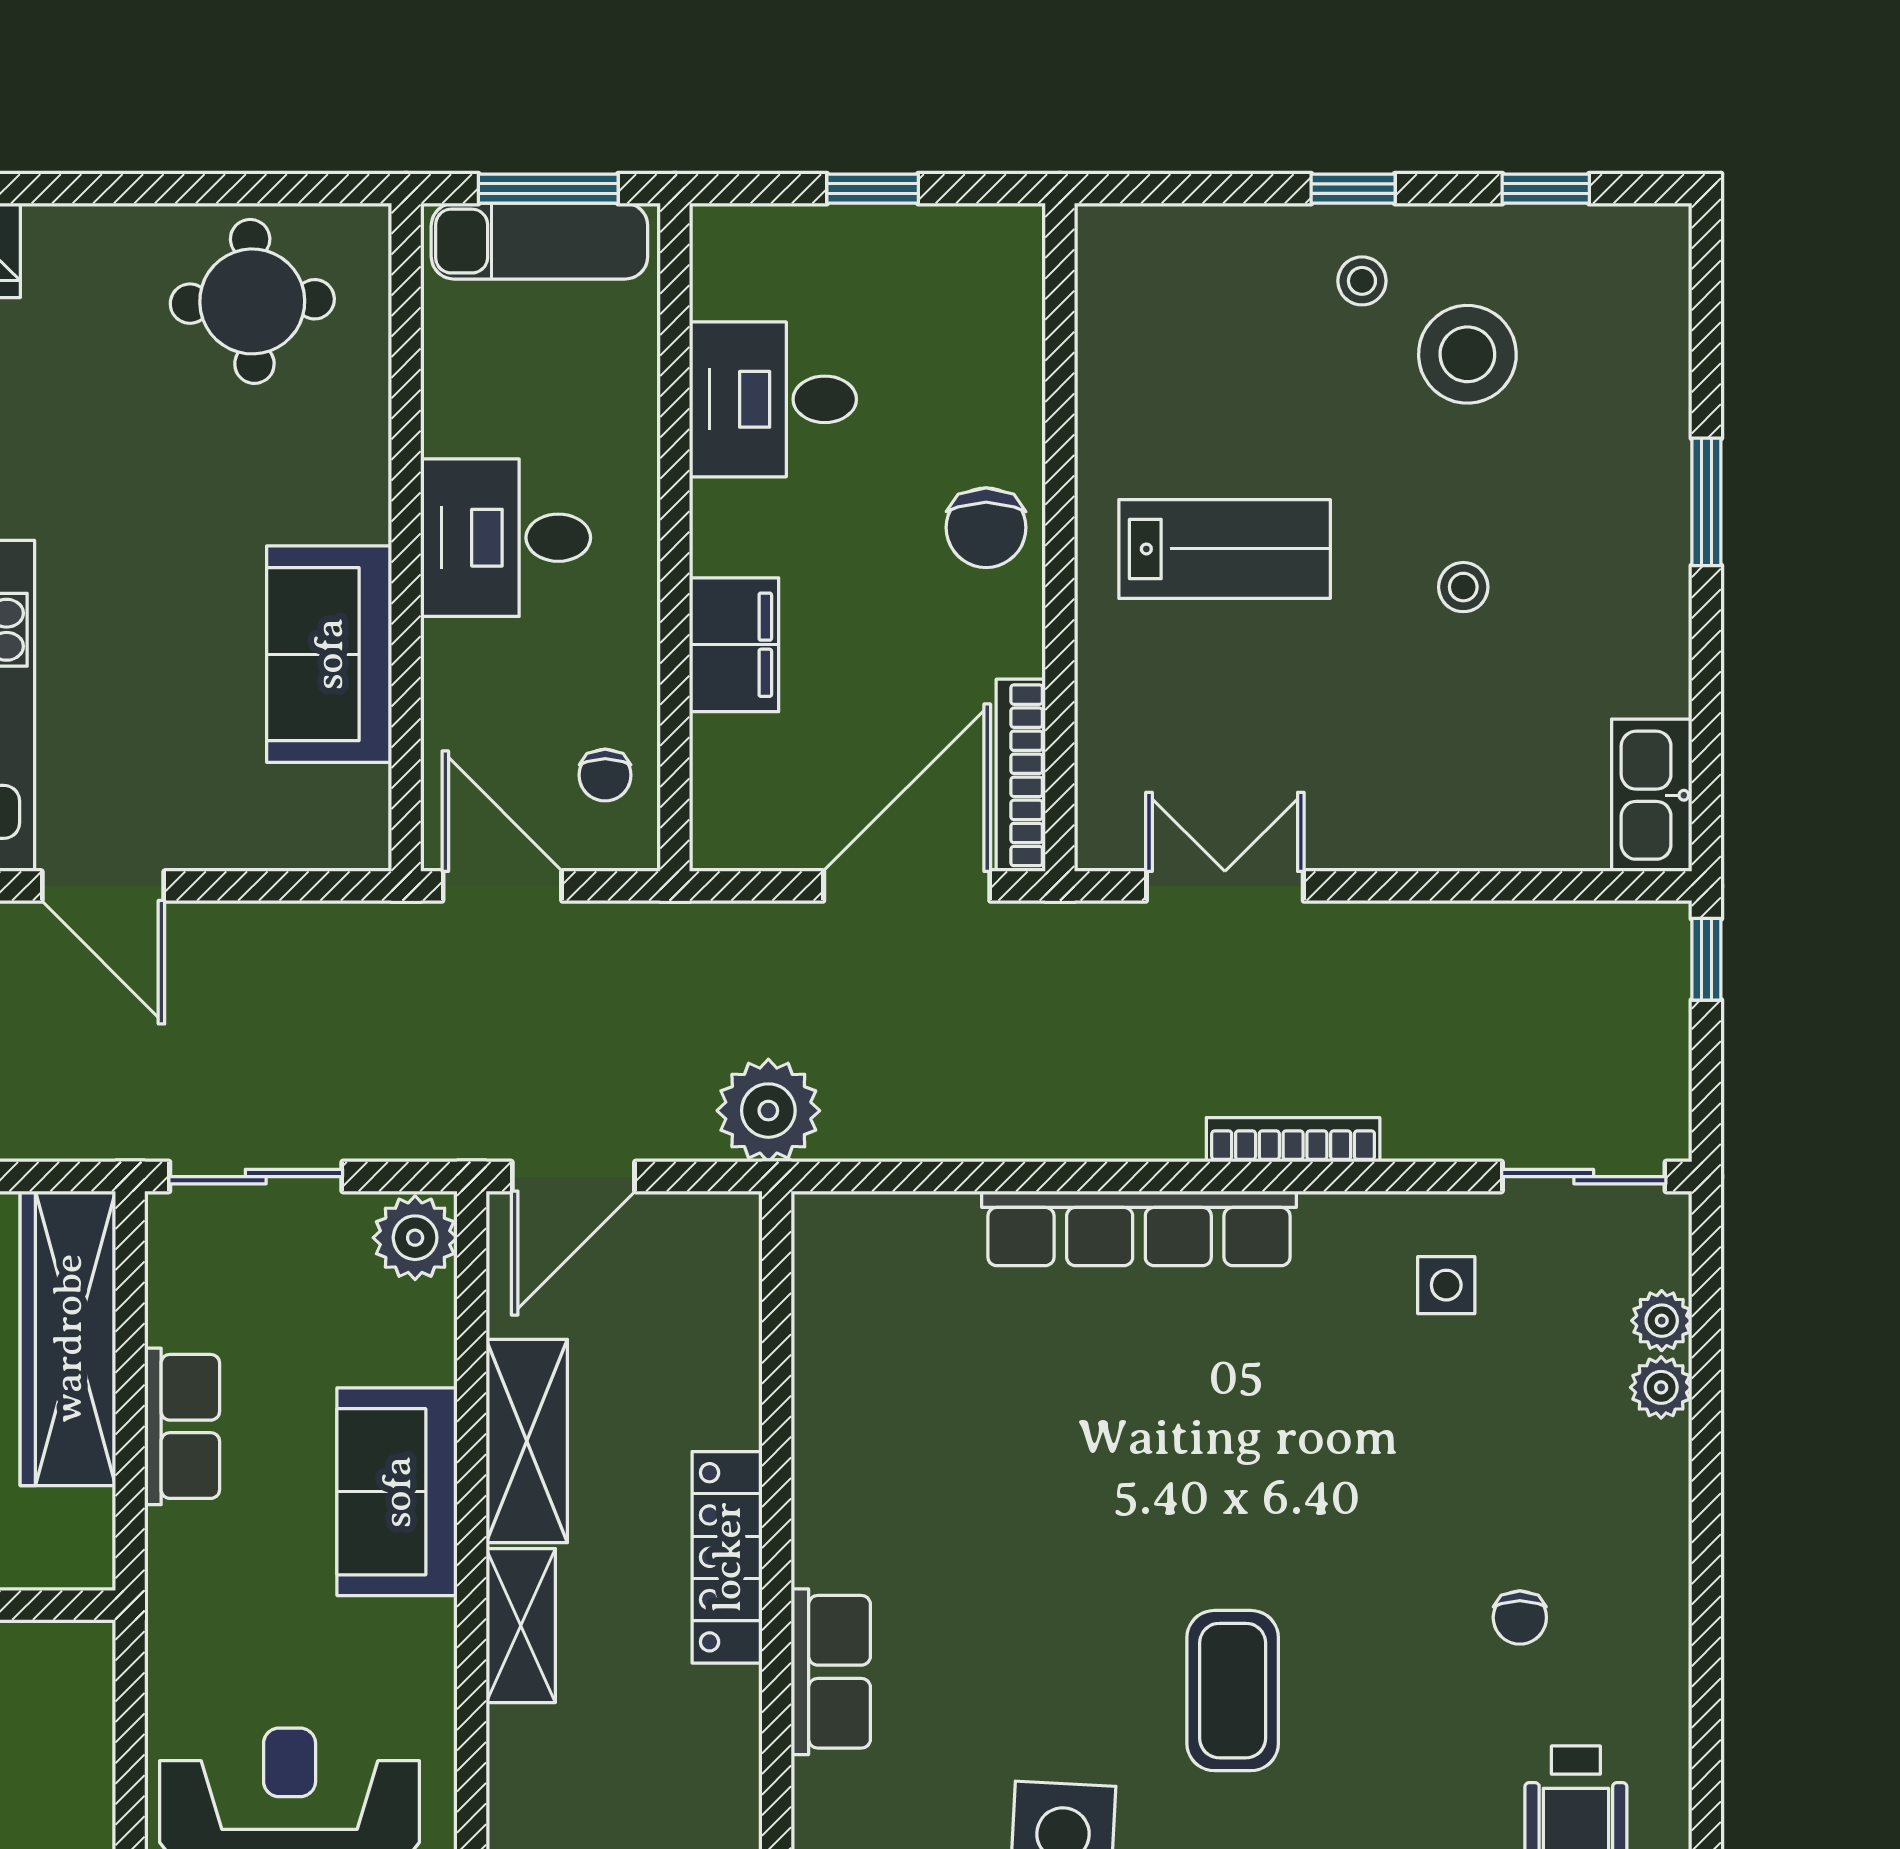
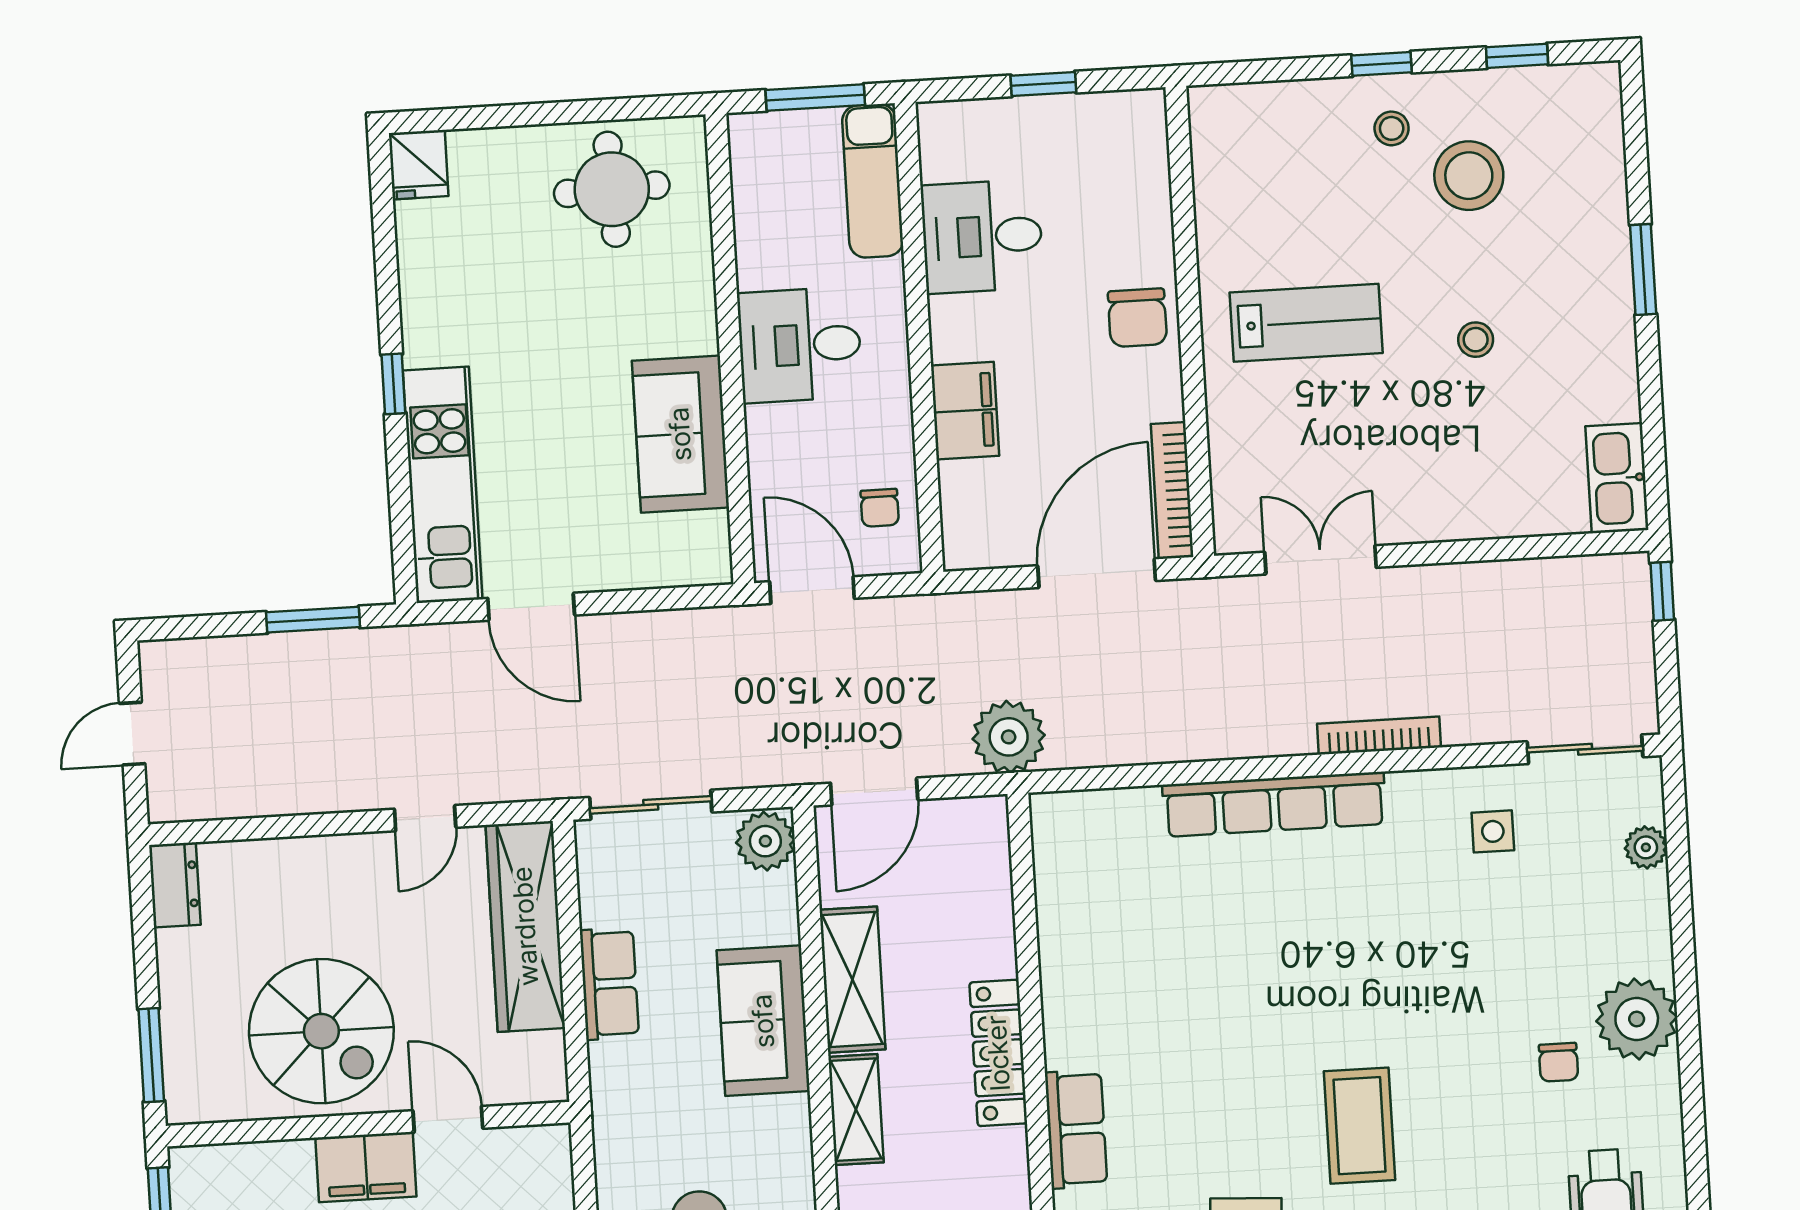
exam couch: (539, 241) -> (873, 181), moved, turned 90
plant: (1661, 1387) -> (1637, 1019), moved, width x1.87, depth x1.87

